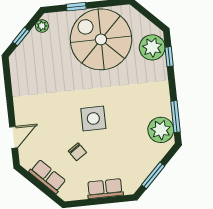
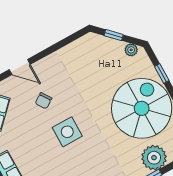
chair: (77, 152) -> (43, 101), moved

